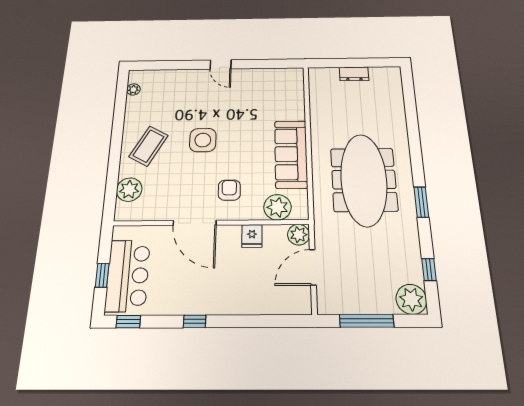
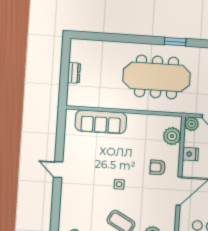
door: (221, 65) -> (58, 170), swing flipped
side table: (203, 140) -> (119, 184), width x0.54, depth x0.54
sofa: (291, 154) -> (101, 122), moved

